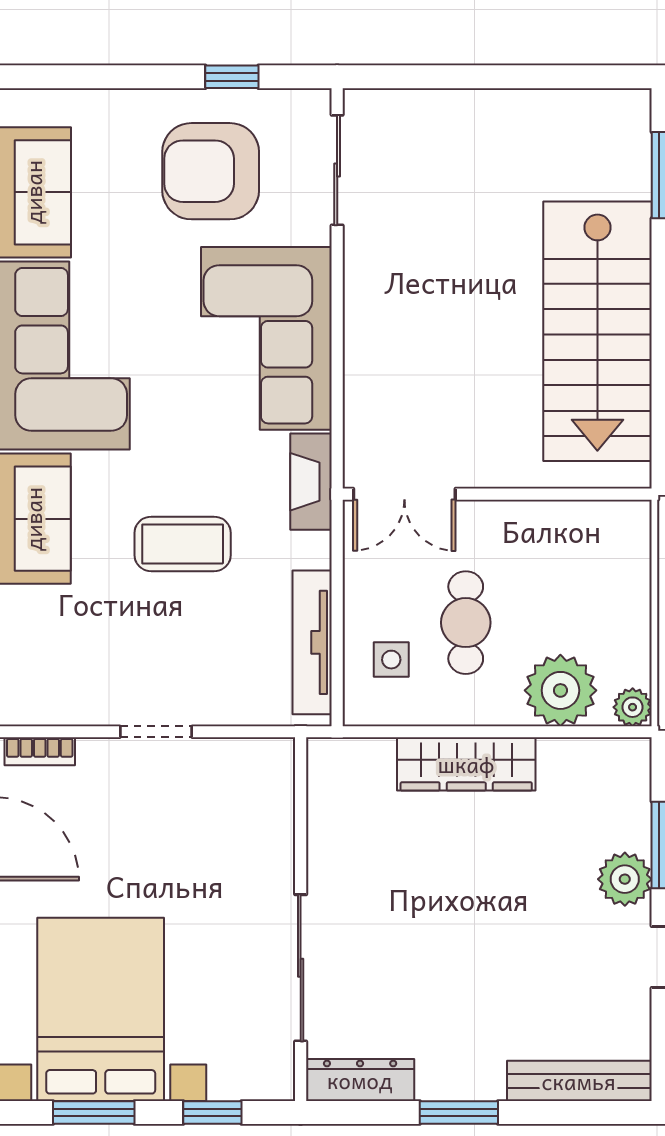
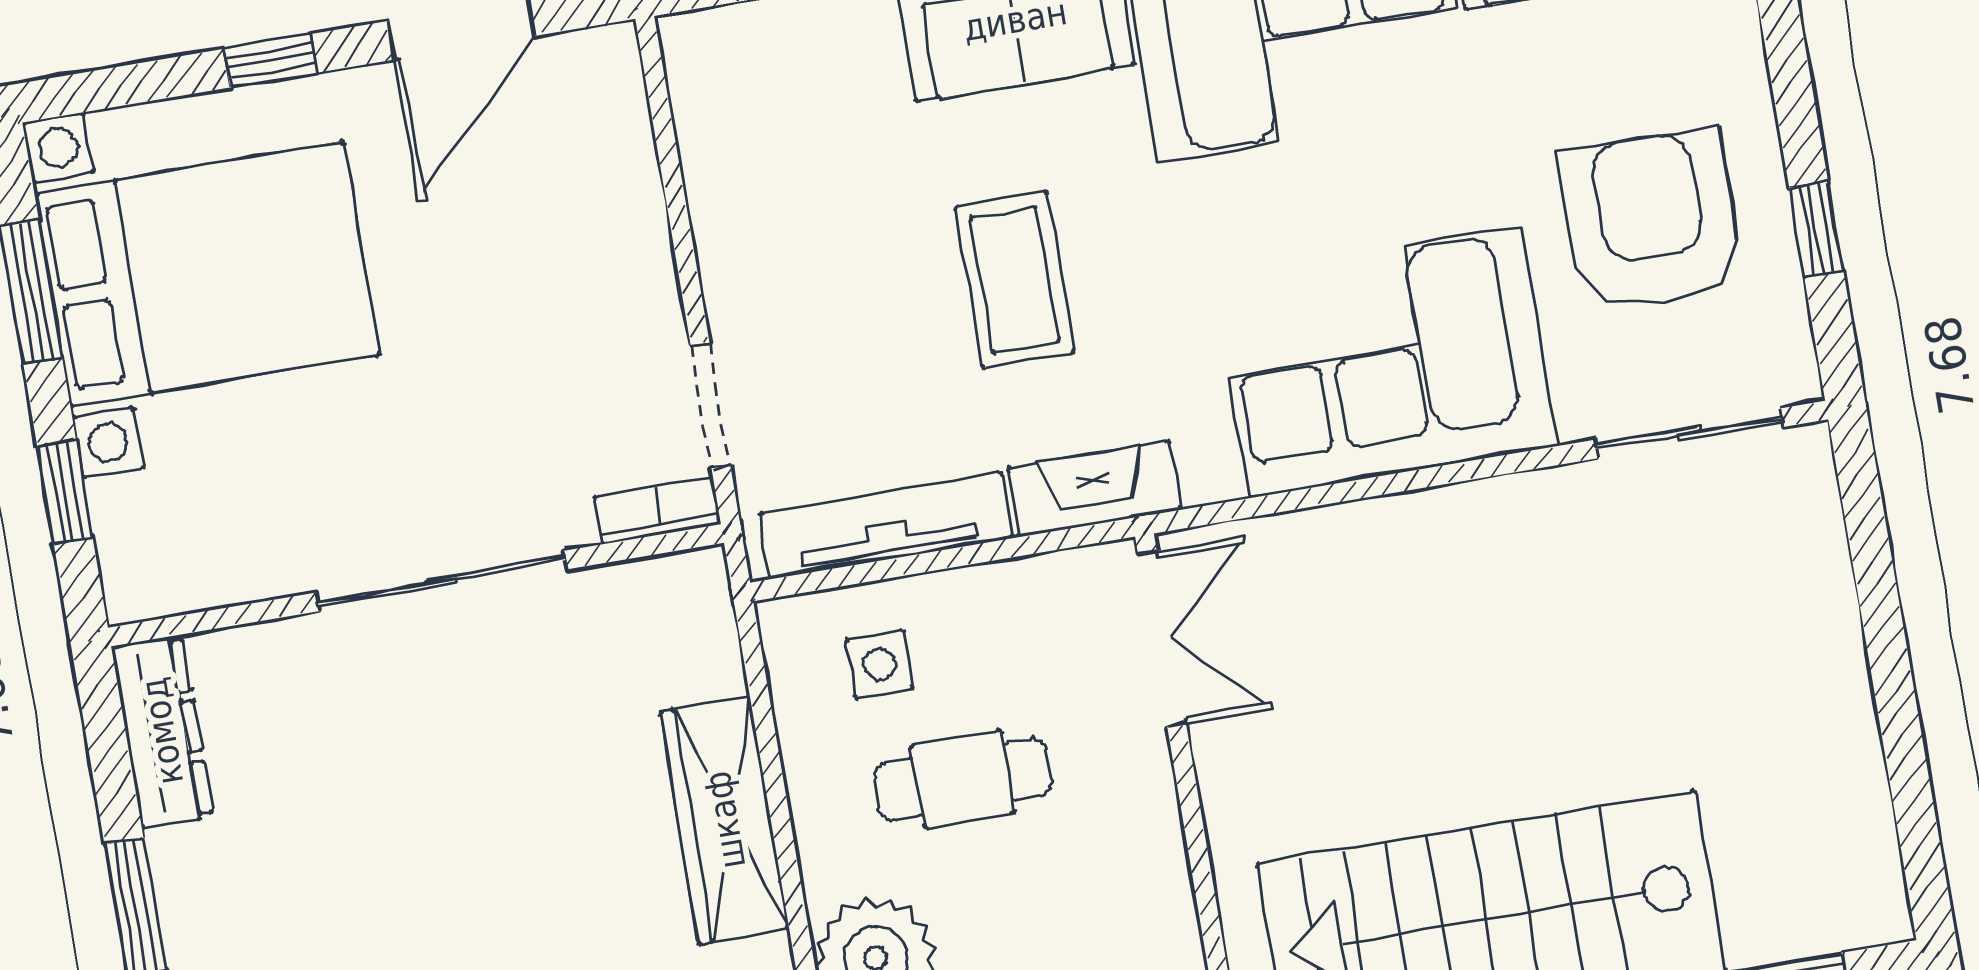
fireplace: (311, 482) -> (1094, 489), moved
double door: (404, 494) -> (1162, 639), swing flipped
doorway: (156, 732) -> (710, 406), moved
bookcase: (40, 751) -> (658, 511), moved, turned 90
sliding door: (301, 968) -> (441, 581), moved

